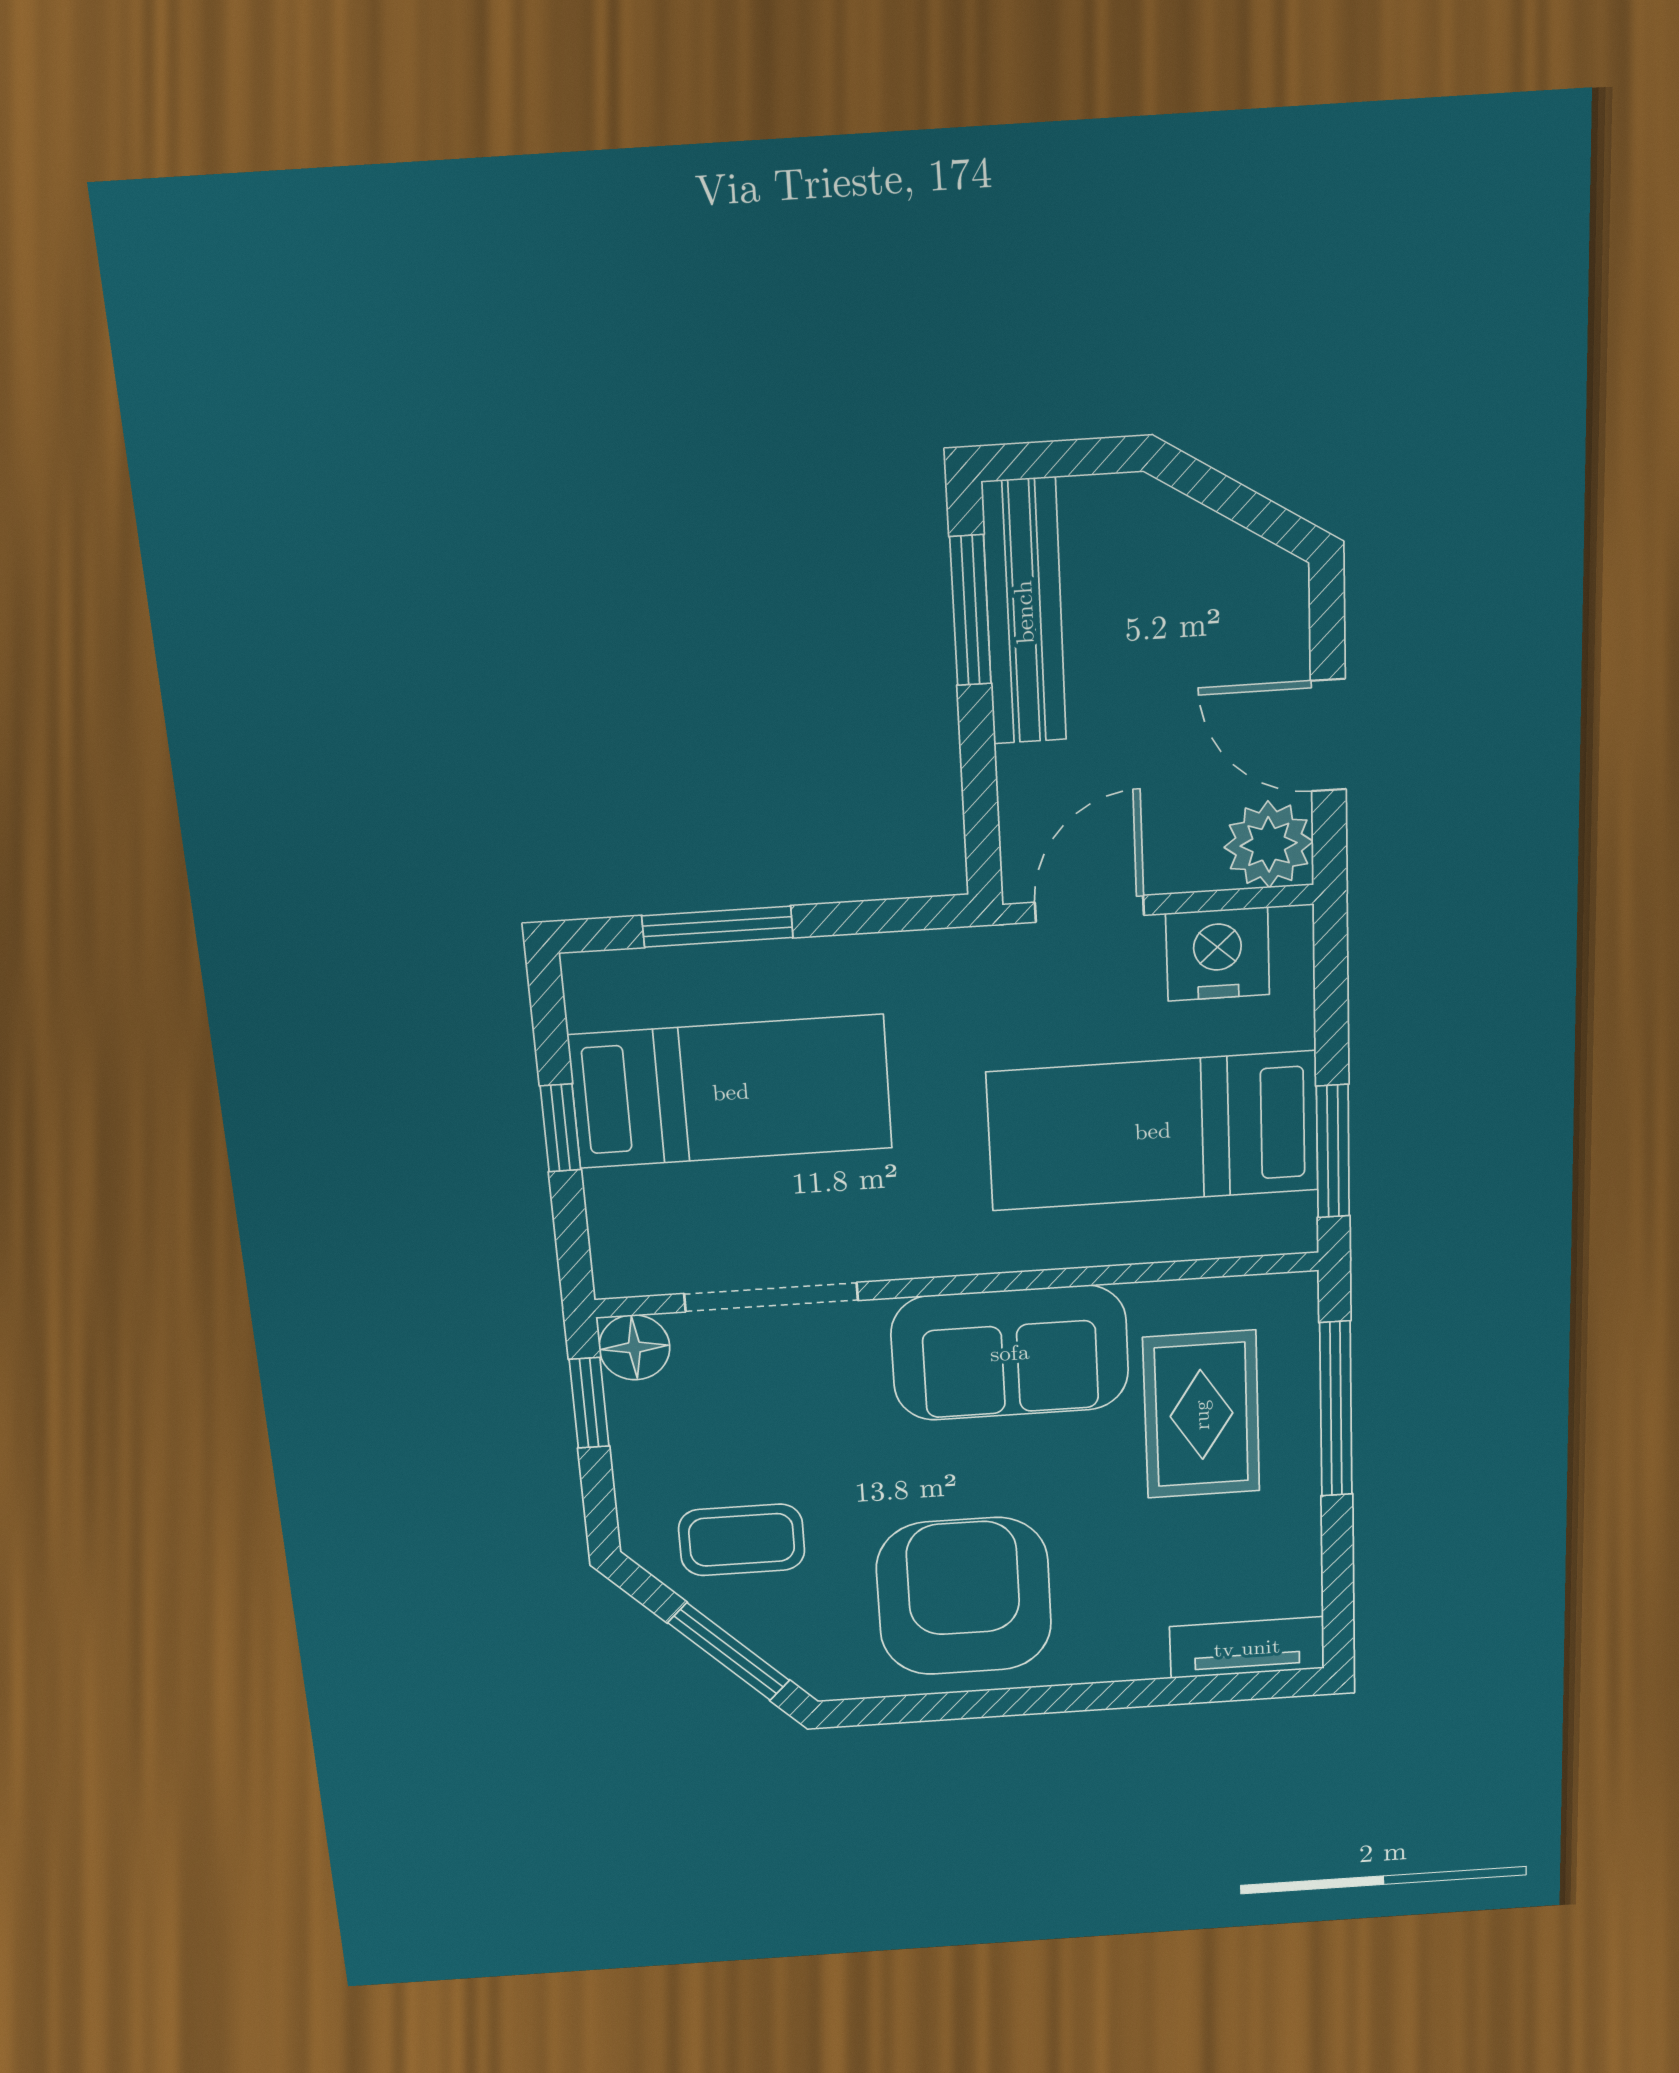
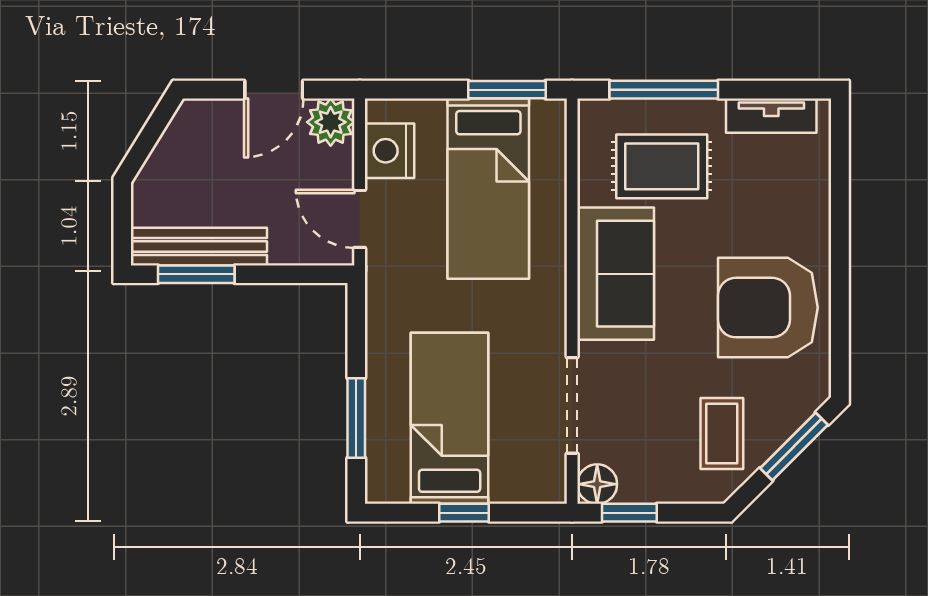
tv unit: (1247, 1648) -> (771, 116), moved, turned -90

